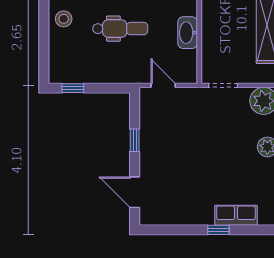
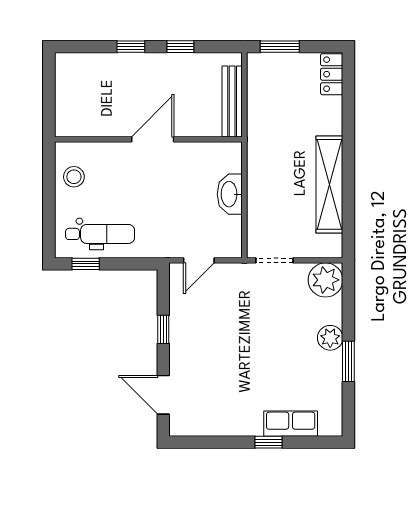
dental chair: (120, 29) -> (100, 234), moved
door: (163, 85) -> (199, 260), swing flipped

